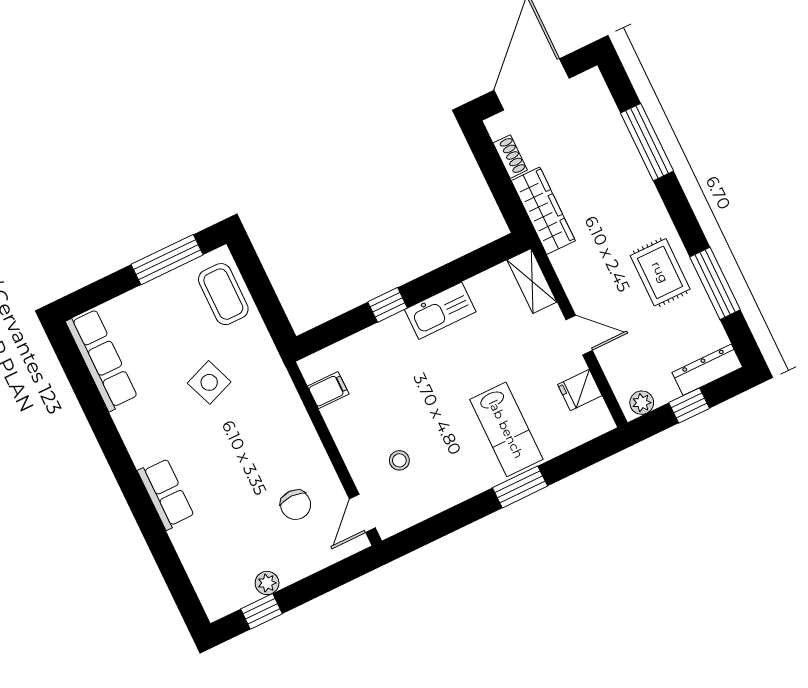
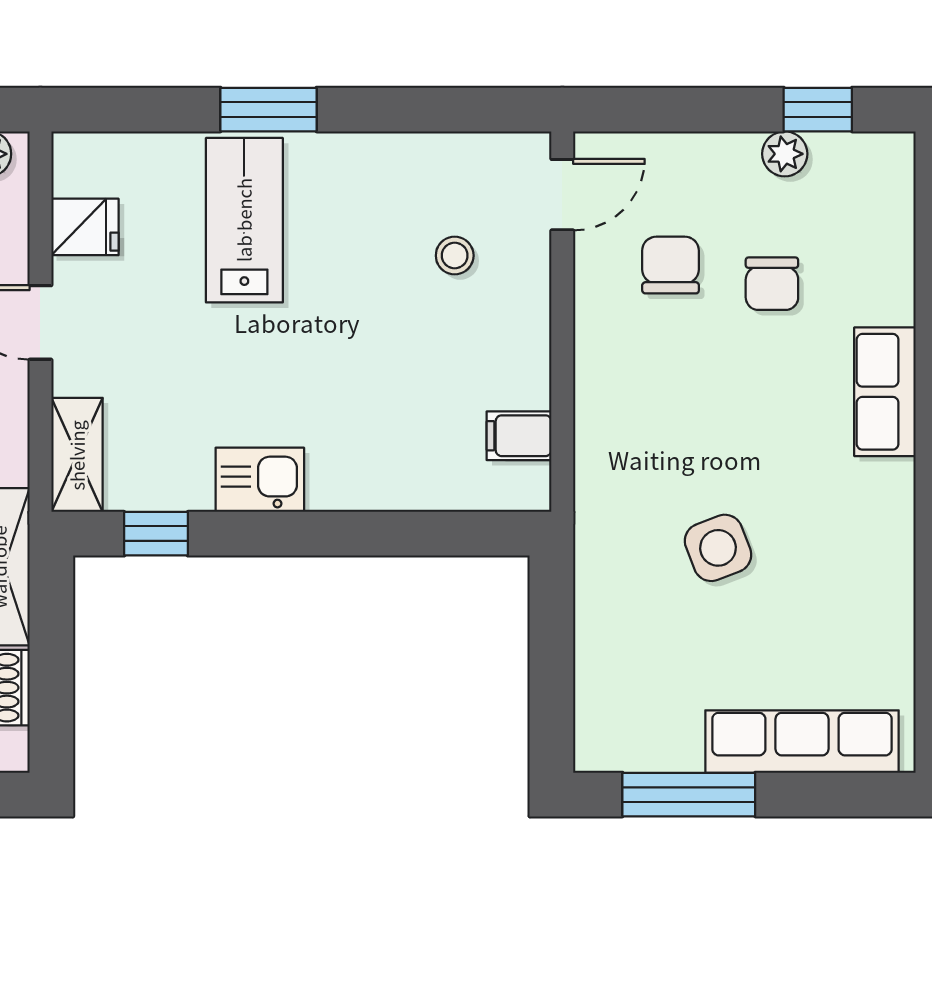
coffee table: (223, 294) -> (620, 689), removed
window: (388, 305) -> (156, 534), moved
kitchen sink: (440, 311) -> (260, 480), width x0.73
row of seats: (102, 360) -> (802, 742), moved, turned 90
chair: (244, 519) -> (772, 284), added

